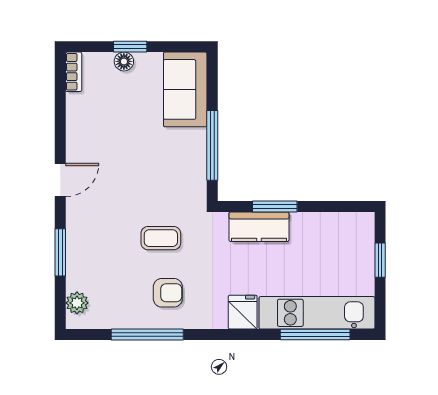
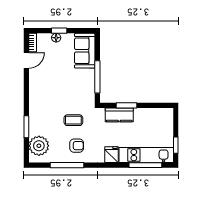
door: (60, 180) -> (26, 60), moved
window: (380, 260) -> (176, 145), moved
plant: (77, 303) -> (39, 146), width x1.88, depth x1.88

